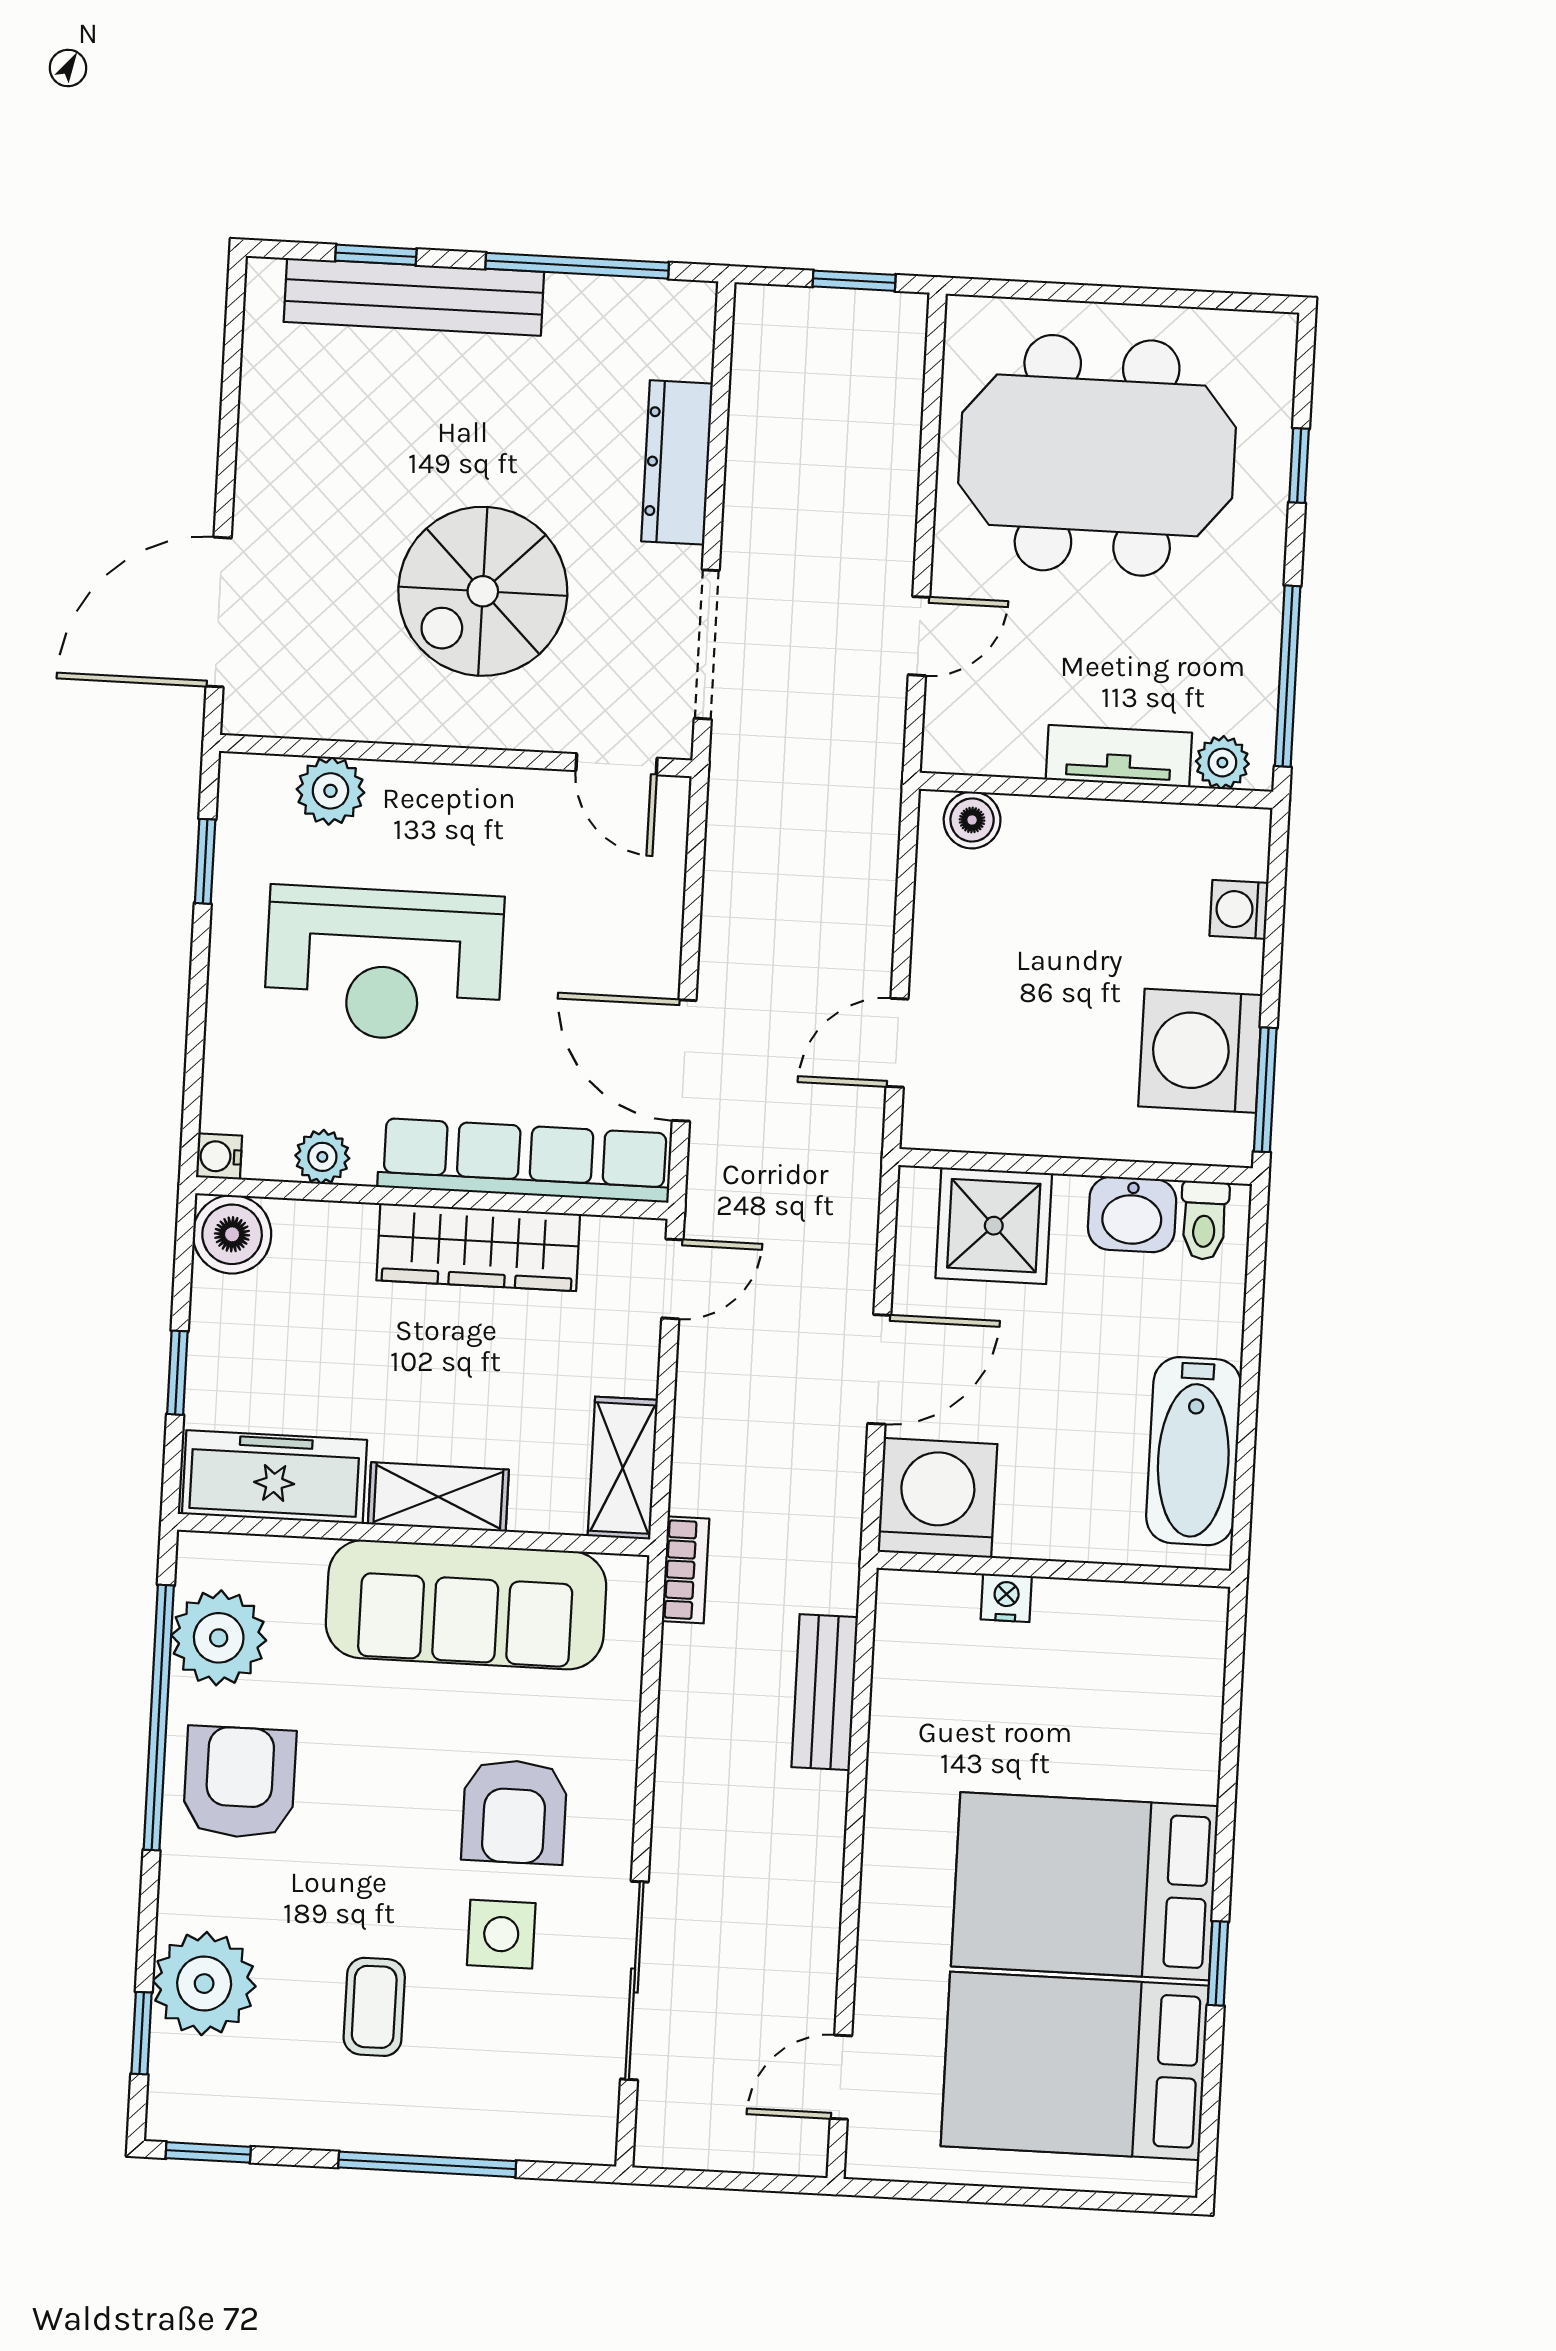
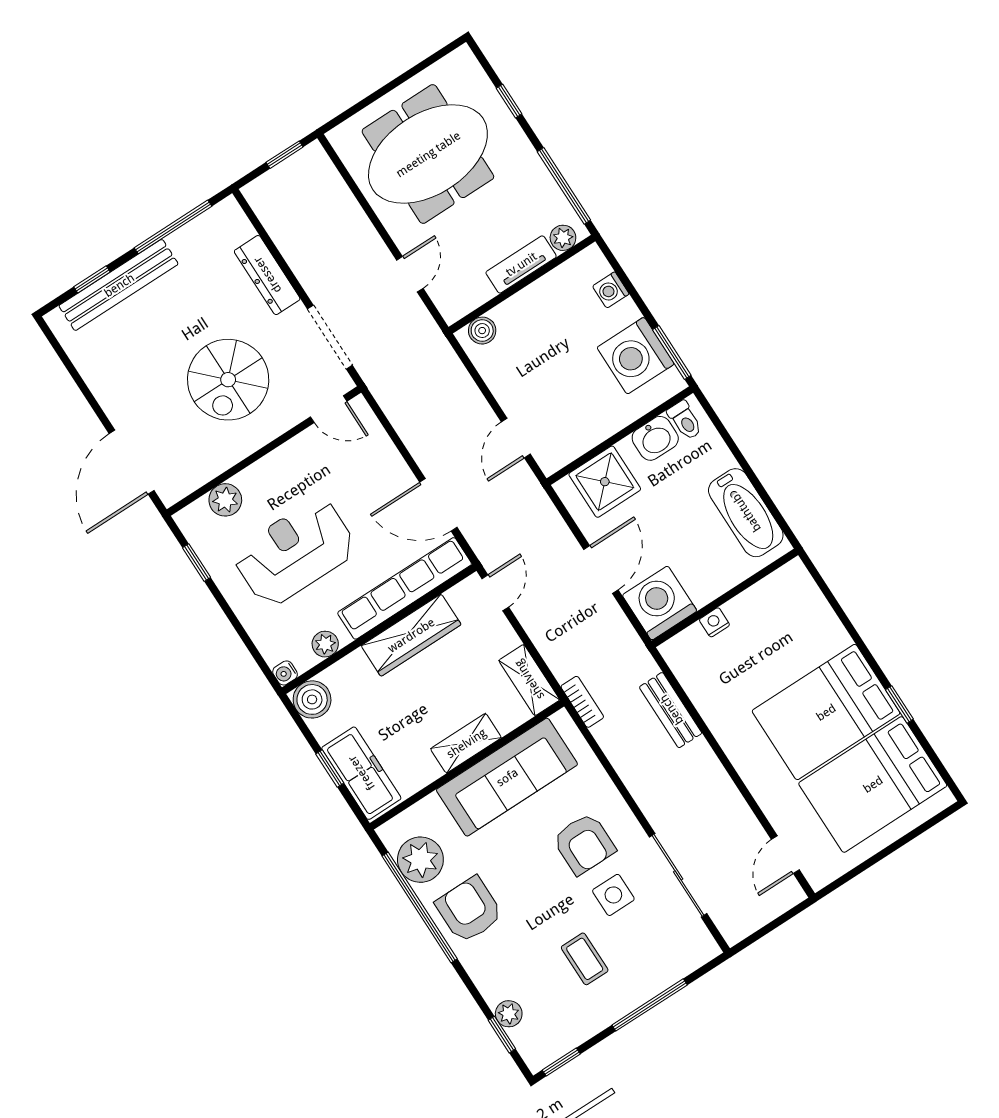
reception desk: (384, 964) -> (295, 552), turned 180
freezer: (274, 1477) -> (361, 773), moved, turned 90
plant: (204, 1984) -> (509, 1014), width x0.53, depth x0.53

